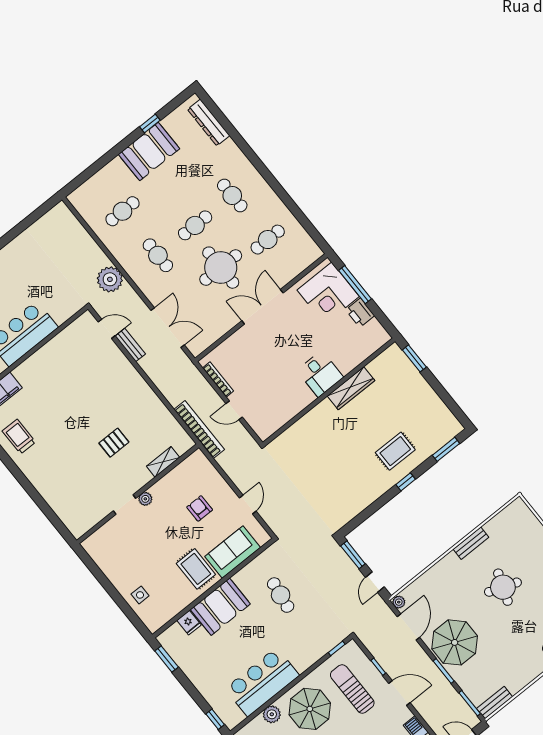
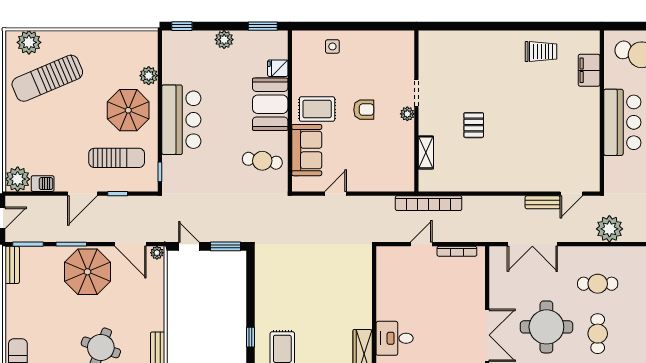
door: (248, 504) -> (336, 194), swing flipped
armchair: (200, 508) -> (364, 110), moved
cafe table: (281, 595) -> (262, 161), moved
plant: (200, 680) -> (224, 40), added
bar counter: (262, 682) -> (181, 120), moved

